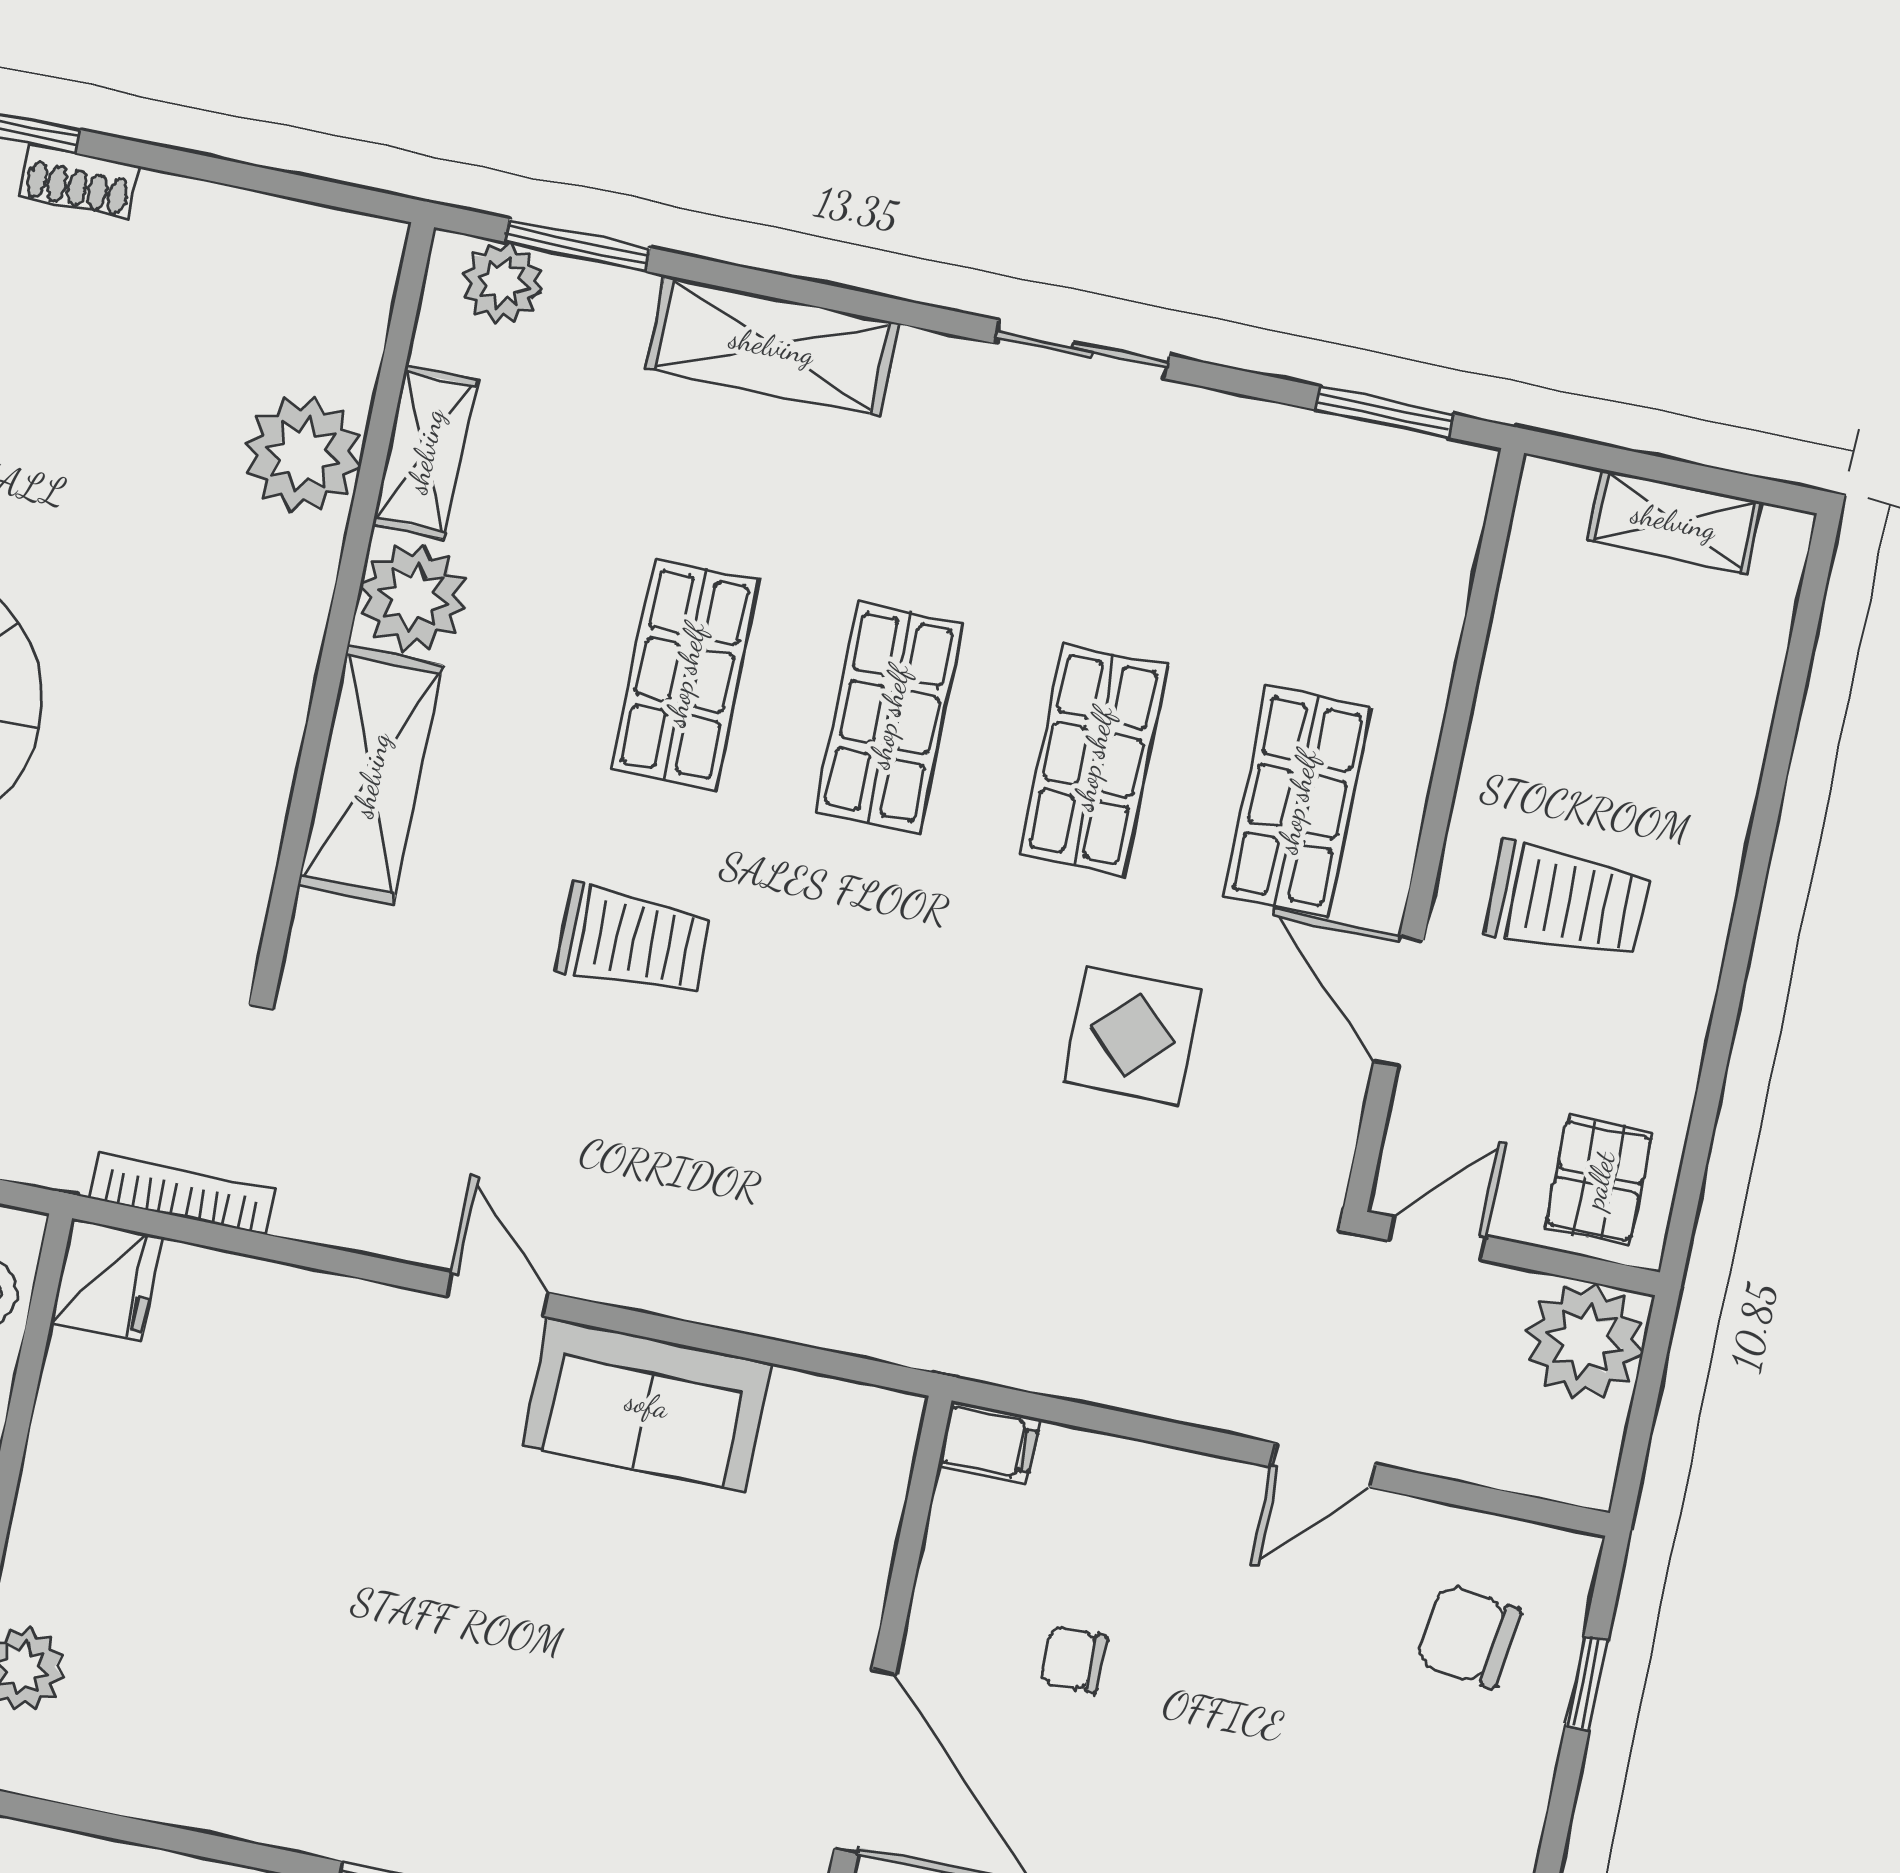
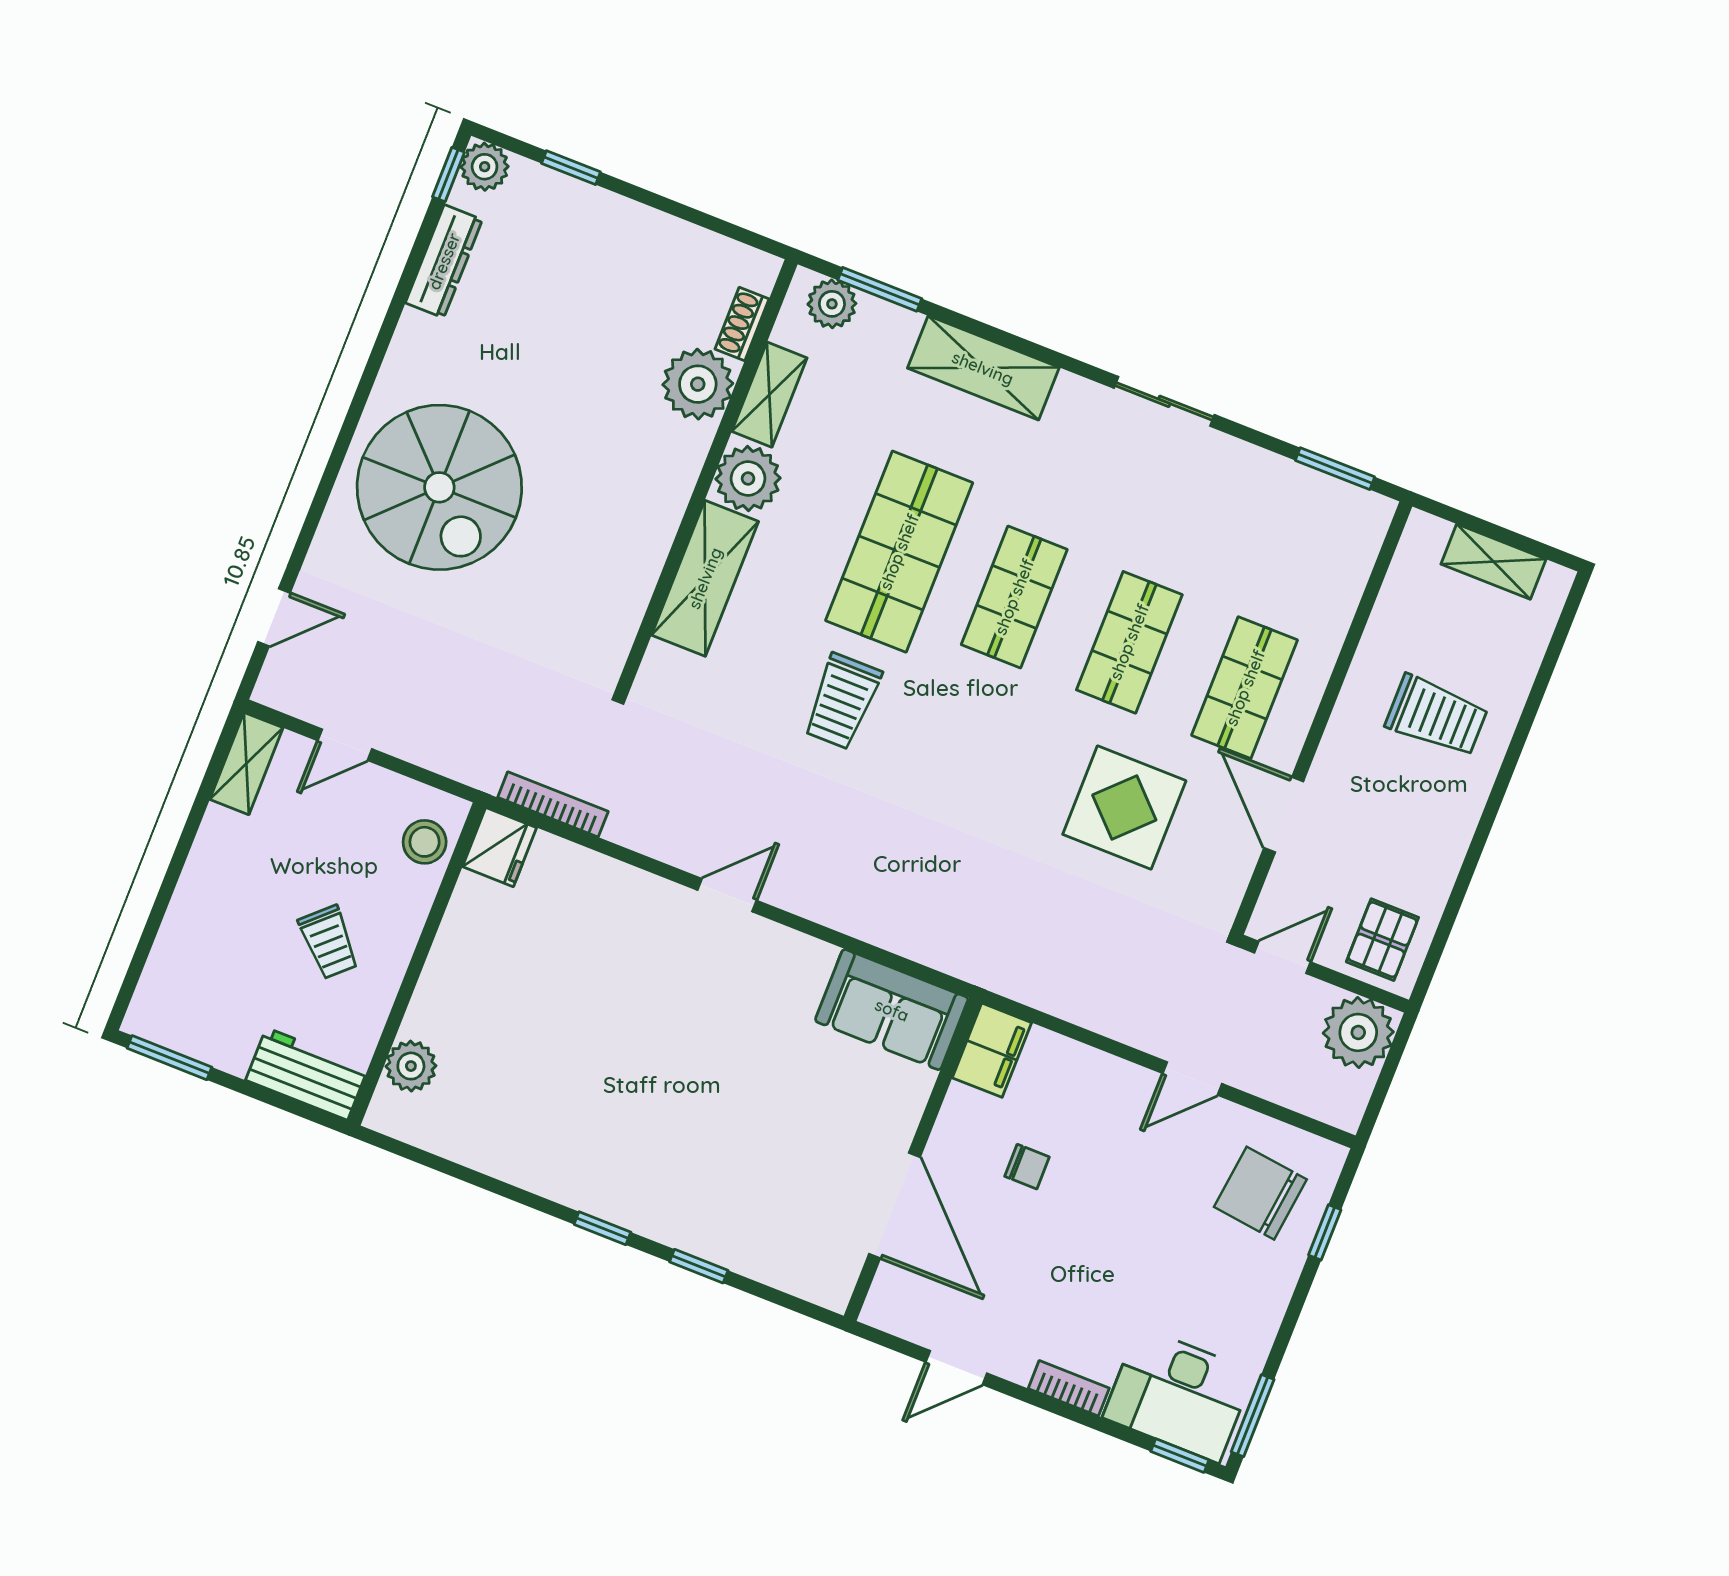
shoe rack: (78, 181) -> (742, 324), moved, turned 90
shop shelf: (685, 675) -> (899, 552), width x1.43, depth x1.36
trolley: (1568, 901) -> (1437, 716), moved
trolley: (633, 940) -> (842, 701), turned 90
display table: (1132, 1035) -> (1124, 808), width x1.36, depth x1.36
door: (498, 1295) -> (727, 895), hinge flipped
sofa: (647, 1404) -> (892, 1010), moved
filing cabinet: (989, 1443) -> (992, 1050), width x2.00
chair: (1469, 1636) -> (1260, 1193), width x1.37, depth x1.37
chair: (1074, 1659) -> (1027, 1167), turned 180

